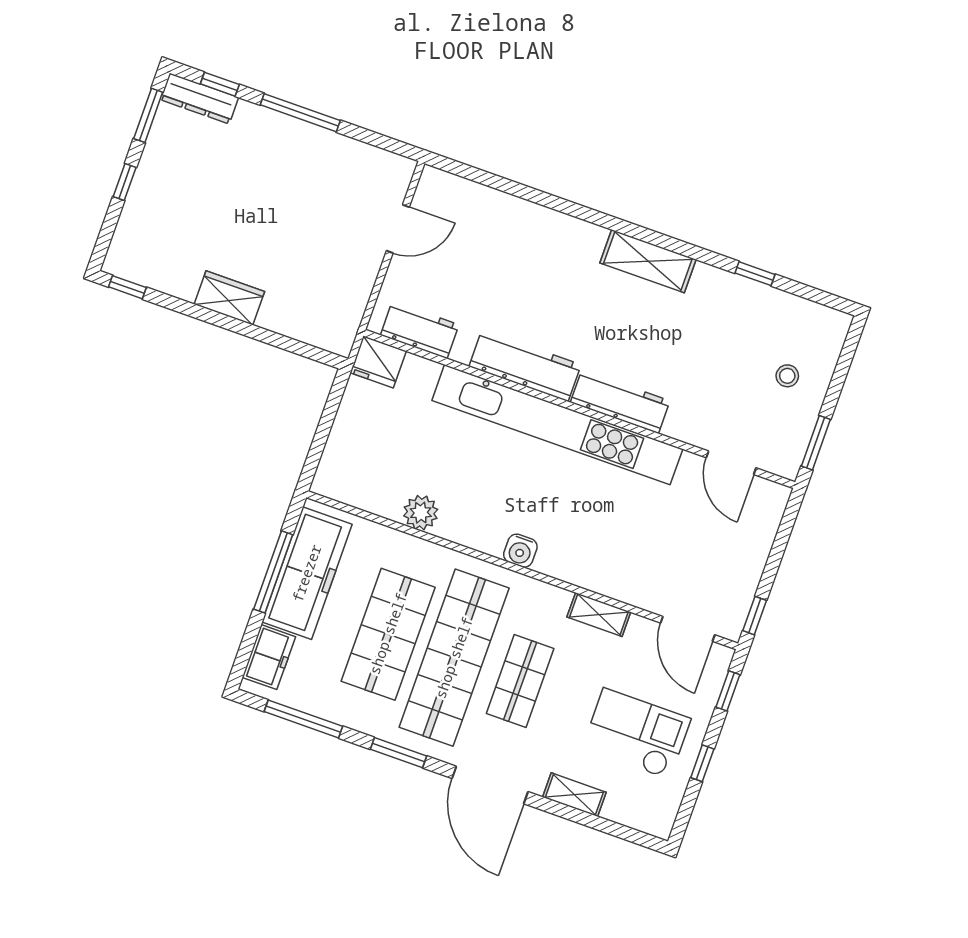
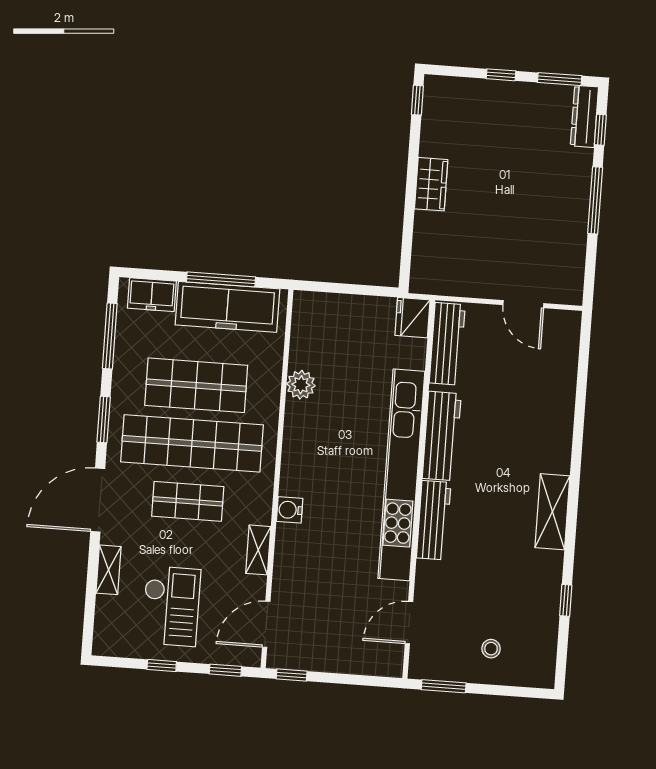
workbench: (420, 330) -> (447, 344), width x1.37
water cooler: (520, 551) -> (290, 510), moved

